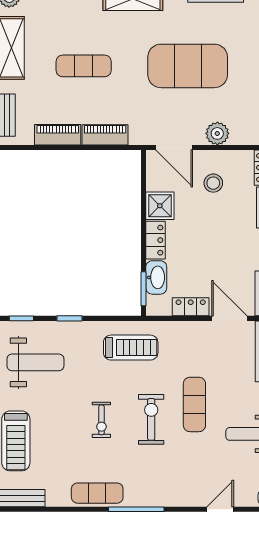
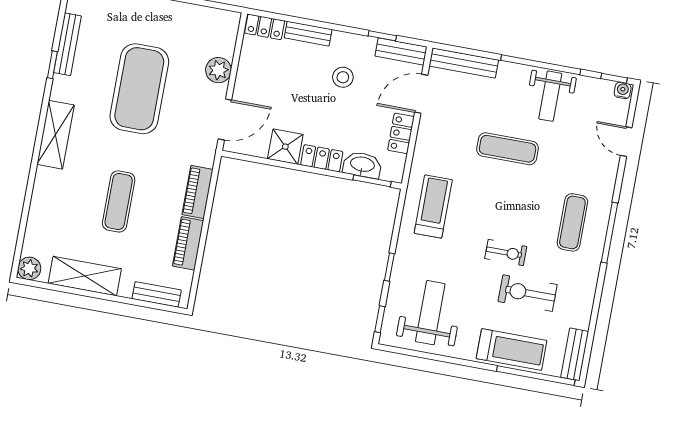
stool: (213, 183) -> (343, 77), moved
exercise bike: (151, 419) -> (528, 293), moved
exercise mat: (97, 493) -> (572, 222), moved

